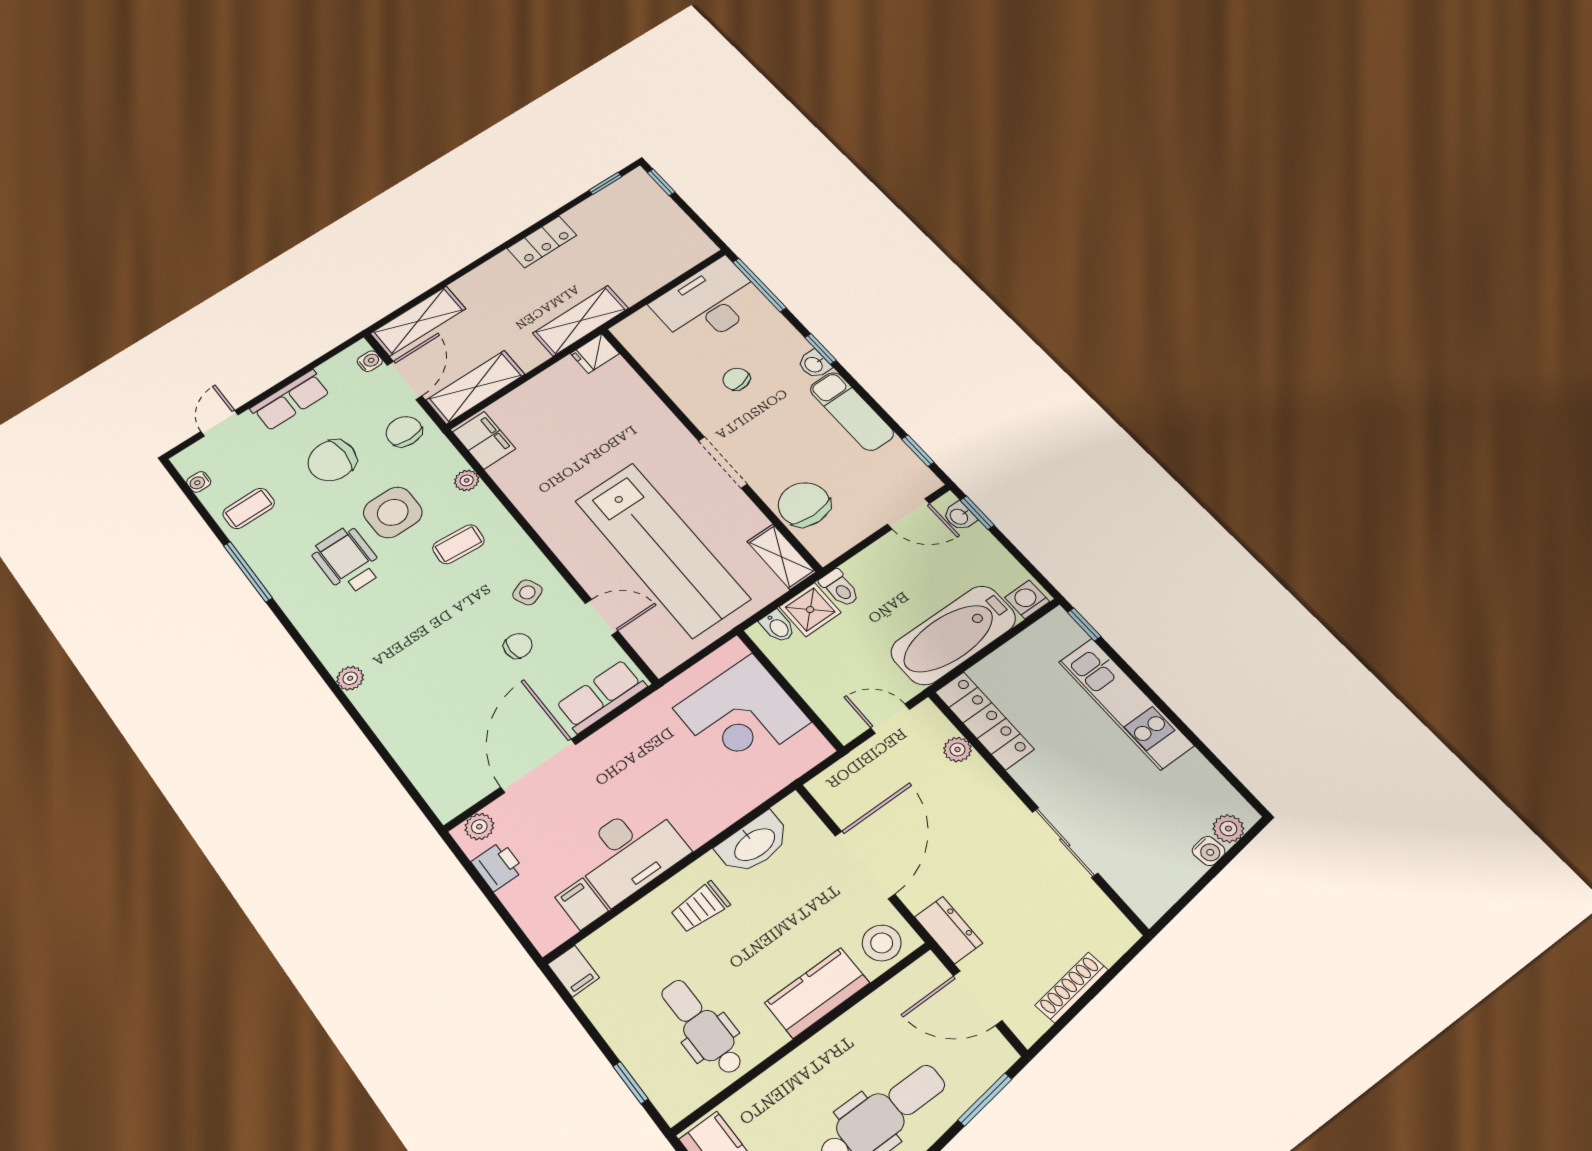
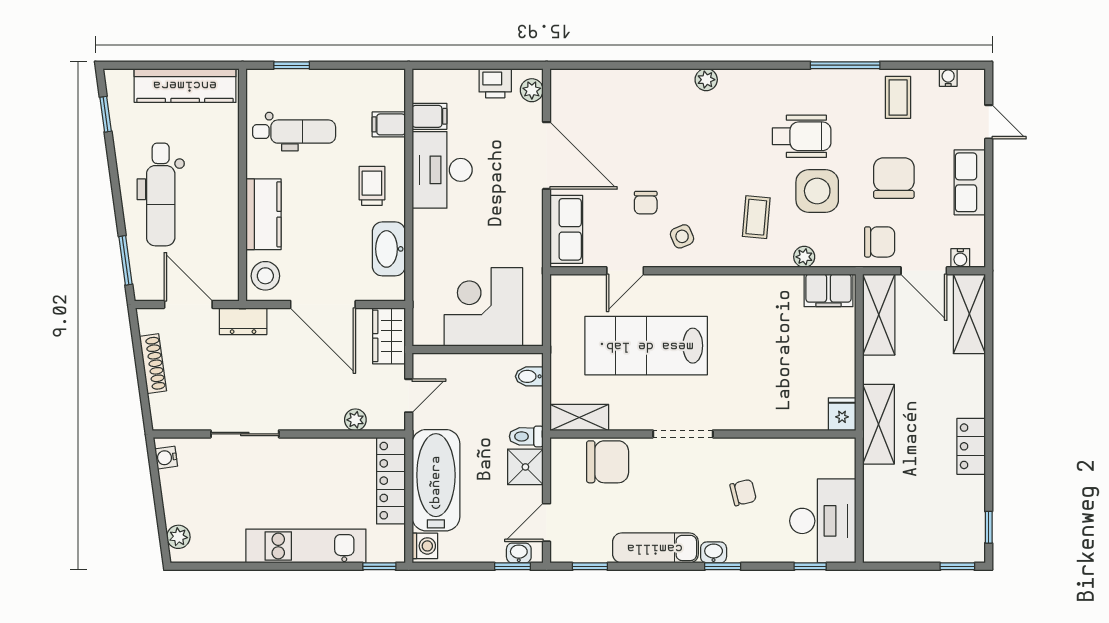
window: (759, 285) -> (810, 566), width x0.46
lab bench: (662, 549) -> (646, 346), width x0.73
shower: (810, 610) -> (525, 467), moved
locker: (984, 721) -> (391, 481), moved, turned 90
wardrobe: (844, 780) -> (389, 336), added
water cooler: (1209, 851) -> (166, 458), moved
filing cabinet: (573, 971) -> (389, 124), moved
door: (978, 998) -> (188, 304), hinge flipped

